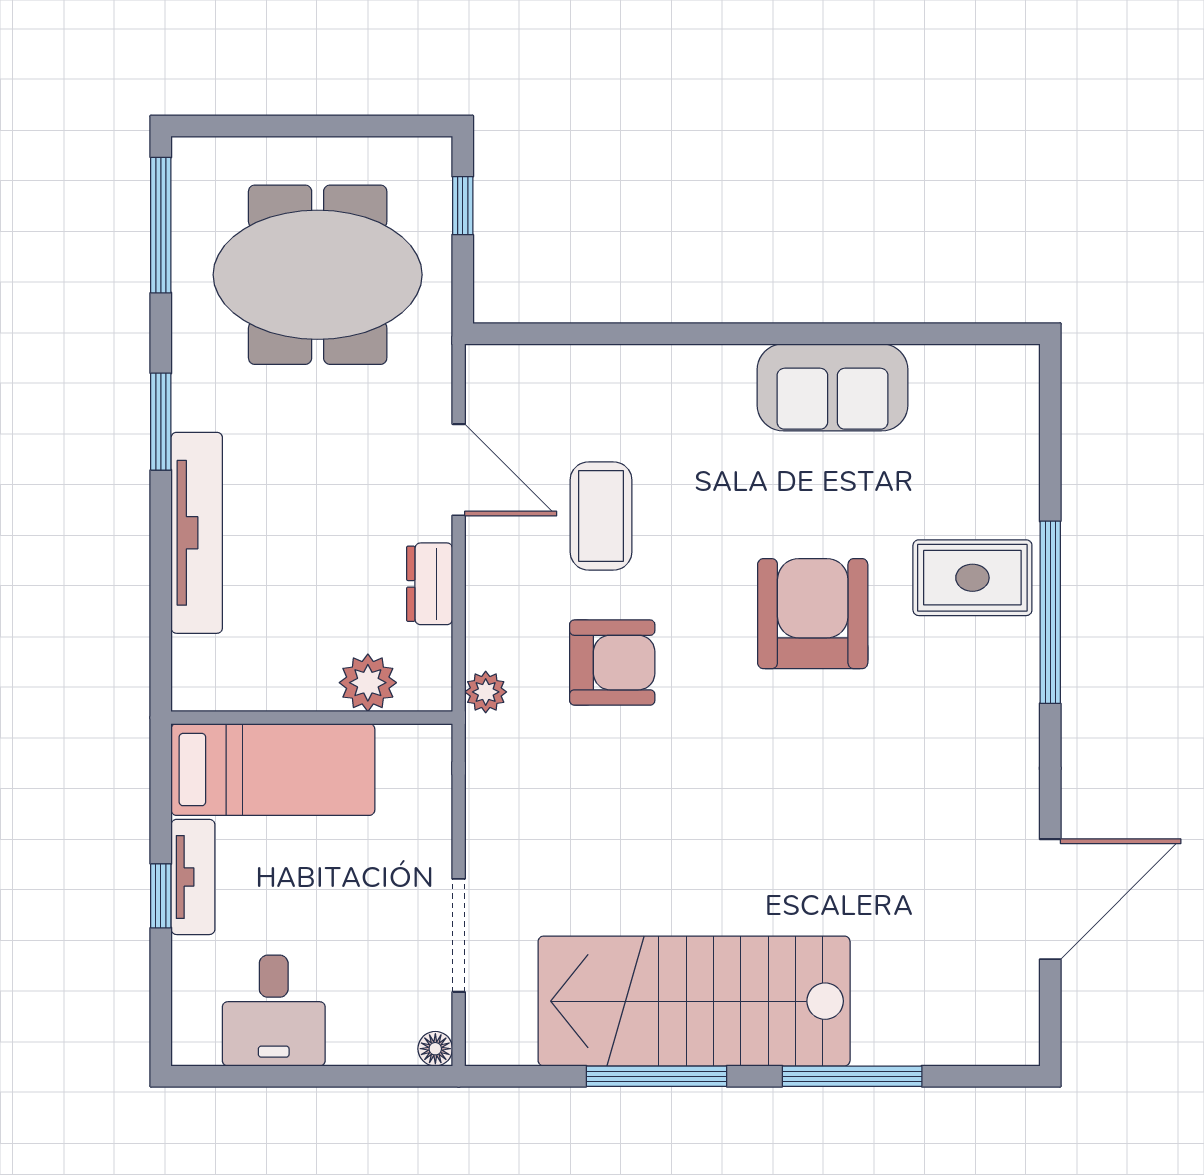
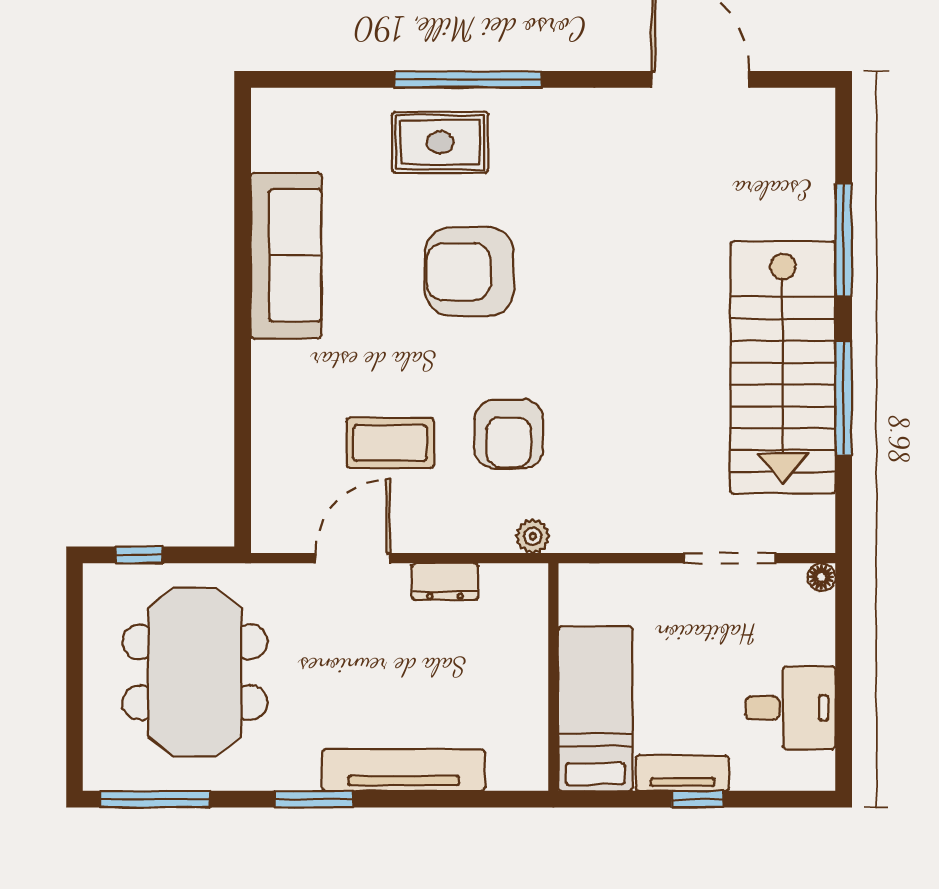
sofa: (833, 387) -> (286, 256), width x1.36
rug: (972, 578) -> (440, 142), turned 90
armchair: (612, 663) -> (509, 434), turned 180
plant: (368, 683) -> (525, 632), removed

